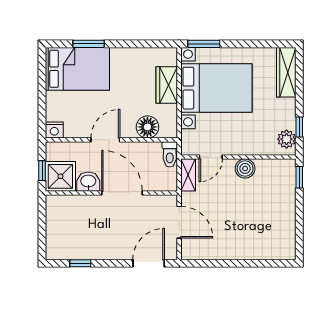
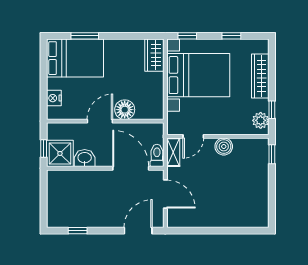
window: (204, 44) -> (187, 36), width x0.67
window: (254, 44) -> (231, 36), added
wardrobe: (286, 72) -> (260, 76), moved
wardrobe: (167, 85) -> (154, 55), moved
floor lamp: (147, 127) -> (125, 110), moved
nightstand: (54, 130) -> (54, 98), moved, turned 90
toilet: (170, 154) -> (157, 155), moved, turned 180
door: (122, 193) -> (131, 168), moved

